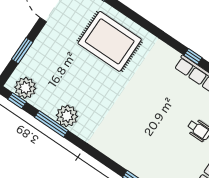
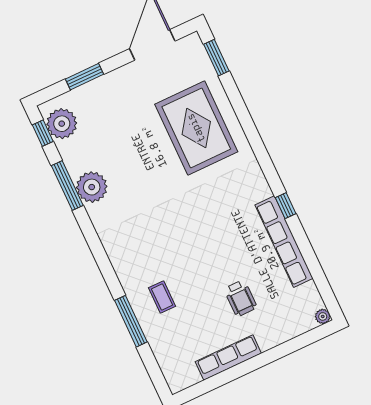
coffee table: (150, 158) -> (162, 297), added

